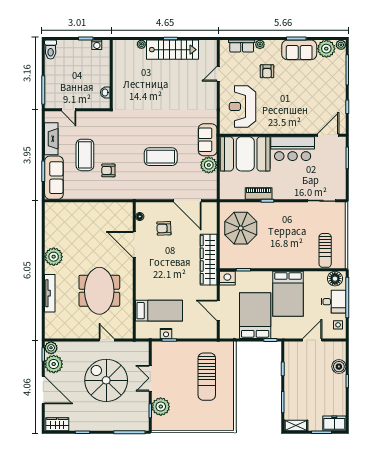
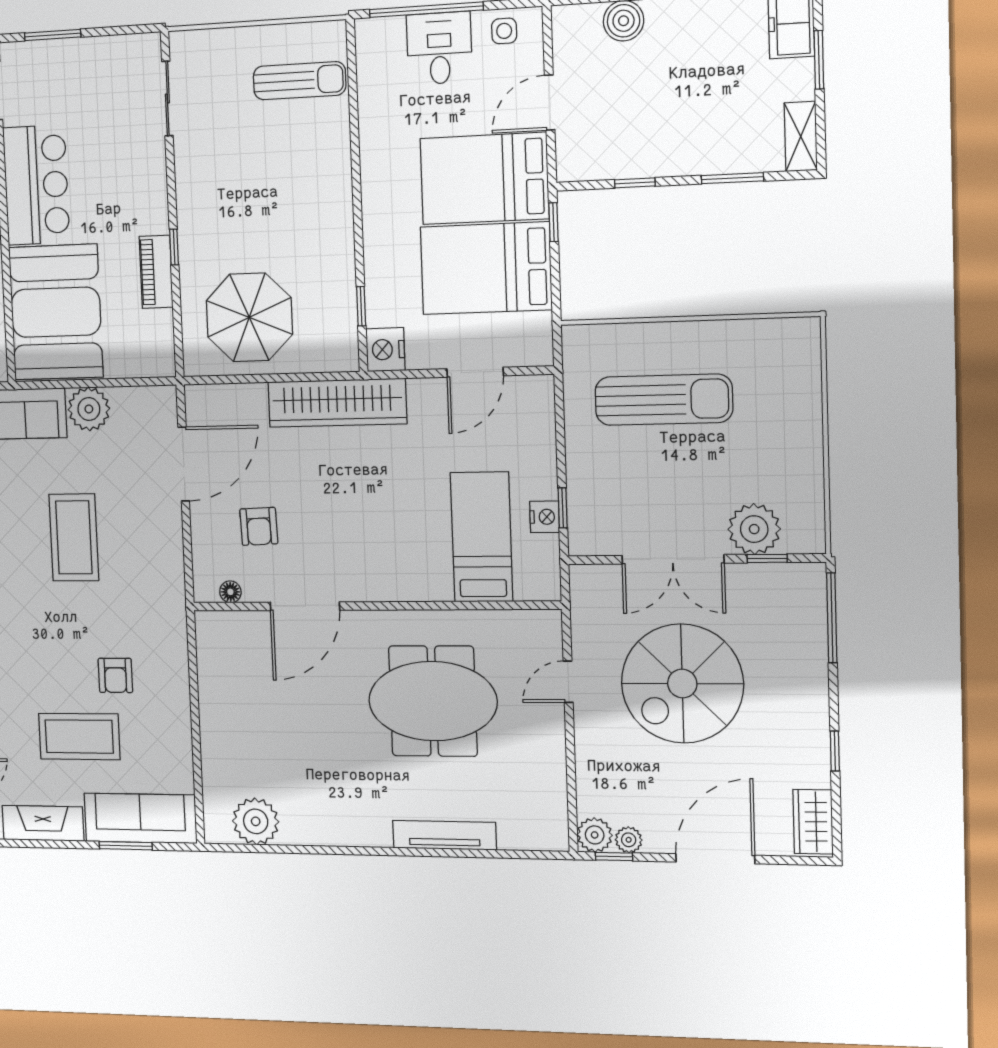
plant: (54, 257) -> (256, 821), moved
floor lamp: (335, 279) -> (375, 48), removed
bed: (288, 294) -> (484, 179), moved, turned 180
door: (312, 340) -> (550, 102), hinge flipped
plant: (54, 364) -> (629, 840), width x0.53, depth x0.53
double door: (150, 378) -> (673, 559), width x1.37

